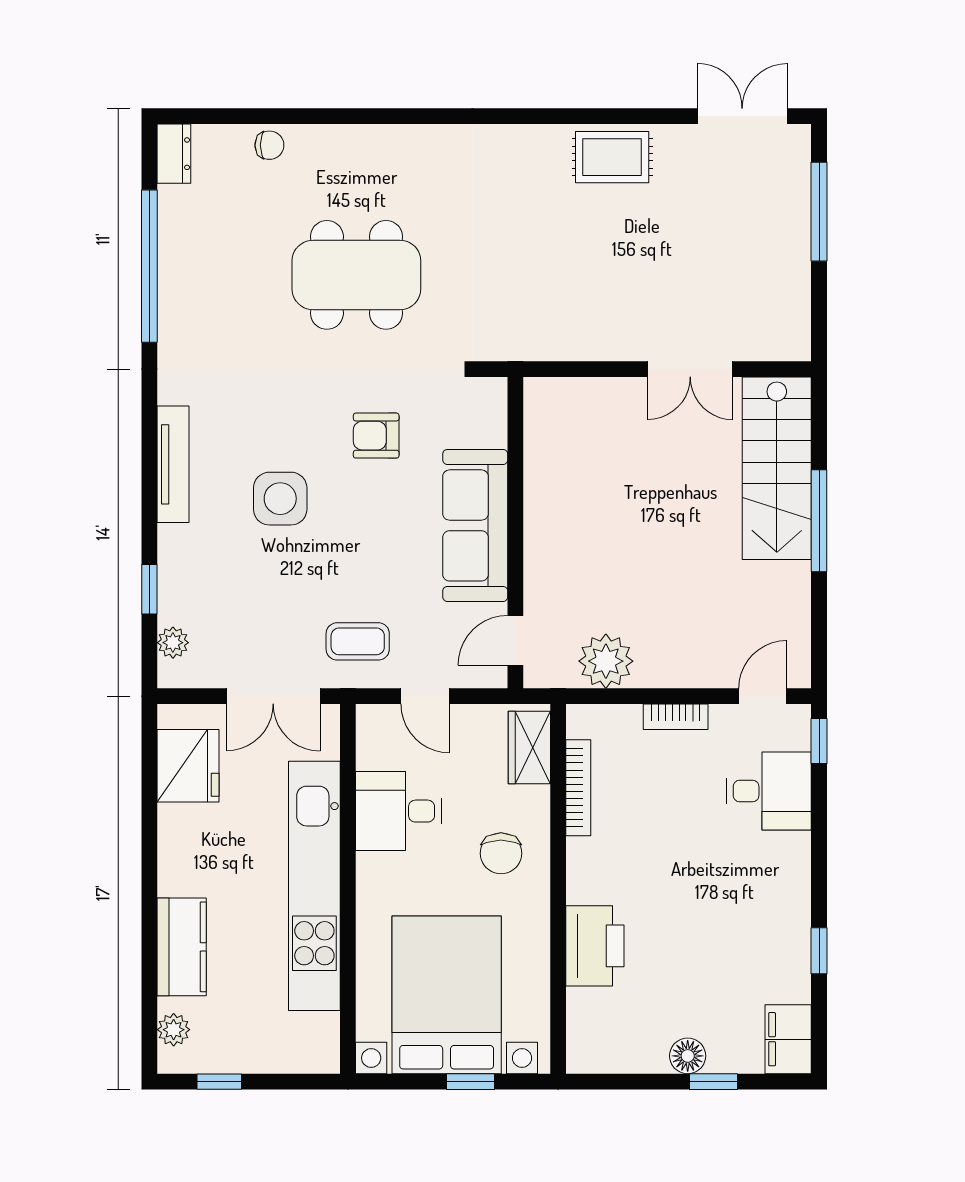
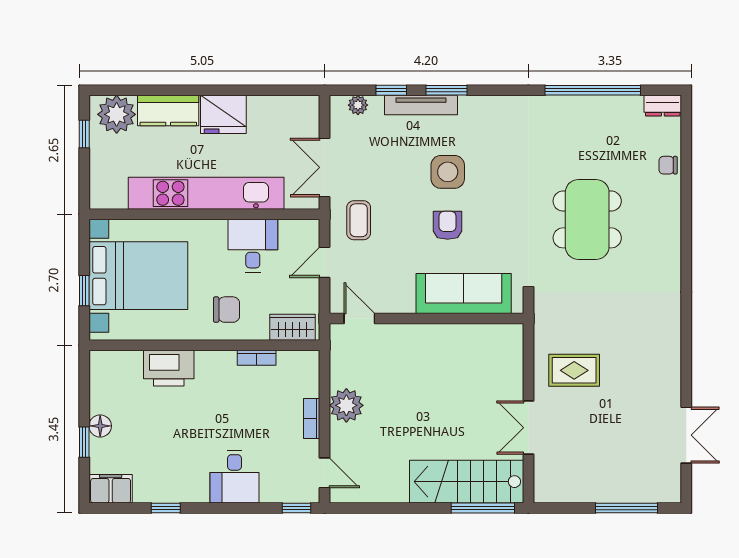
double door: (742, 116) -> (686, 435), moved
chair: (269, 145) -> (668, 165), turned 90
rug: (612, 157) -> (574, 370), moved, turned 90
armchair: (376, 436) -> (448, 225), moved
tv unit: (173, 464) -> (421, 105), moved
window: (149, 501) -> (446, 90), added
window: (819, 521) -> (483, 508), moved
sofa: (475, 525) -> (464, 294), moved
plant: (606, 661) -> (346, 405), moved
fridge: (188, 766) -> (223, 114), moved
bookcase: (578, 788) -> (257, 358), width x0.64
desk: (769, 791) -> (234, 477), moved
chair: (501, 853) -> (226, 310), turned 180
plant: (174, 1030) -> (117, 114), width x1.87, depth x1.87

